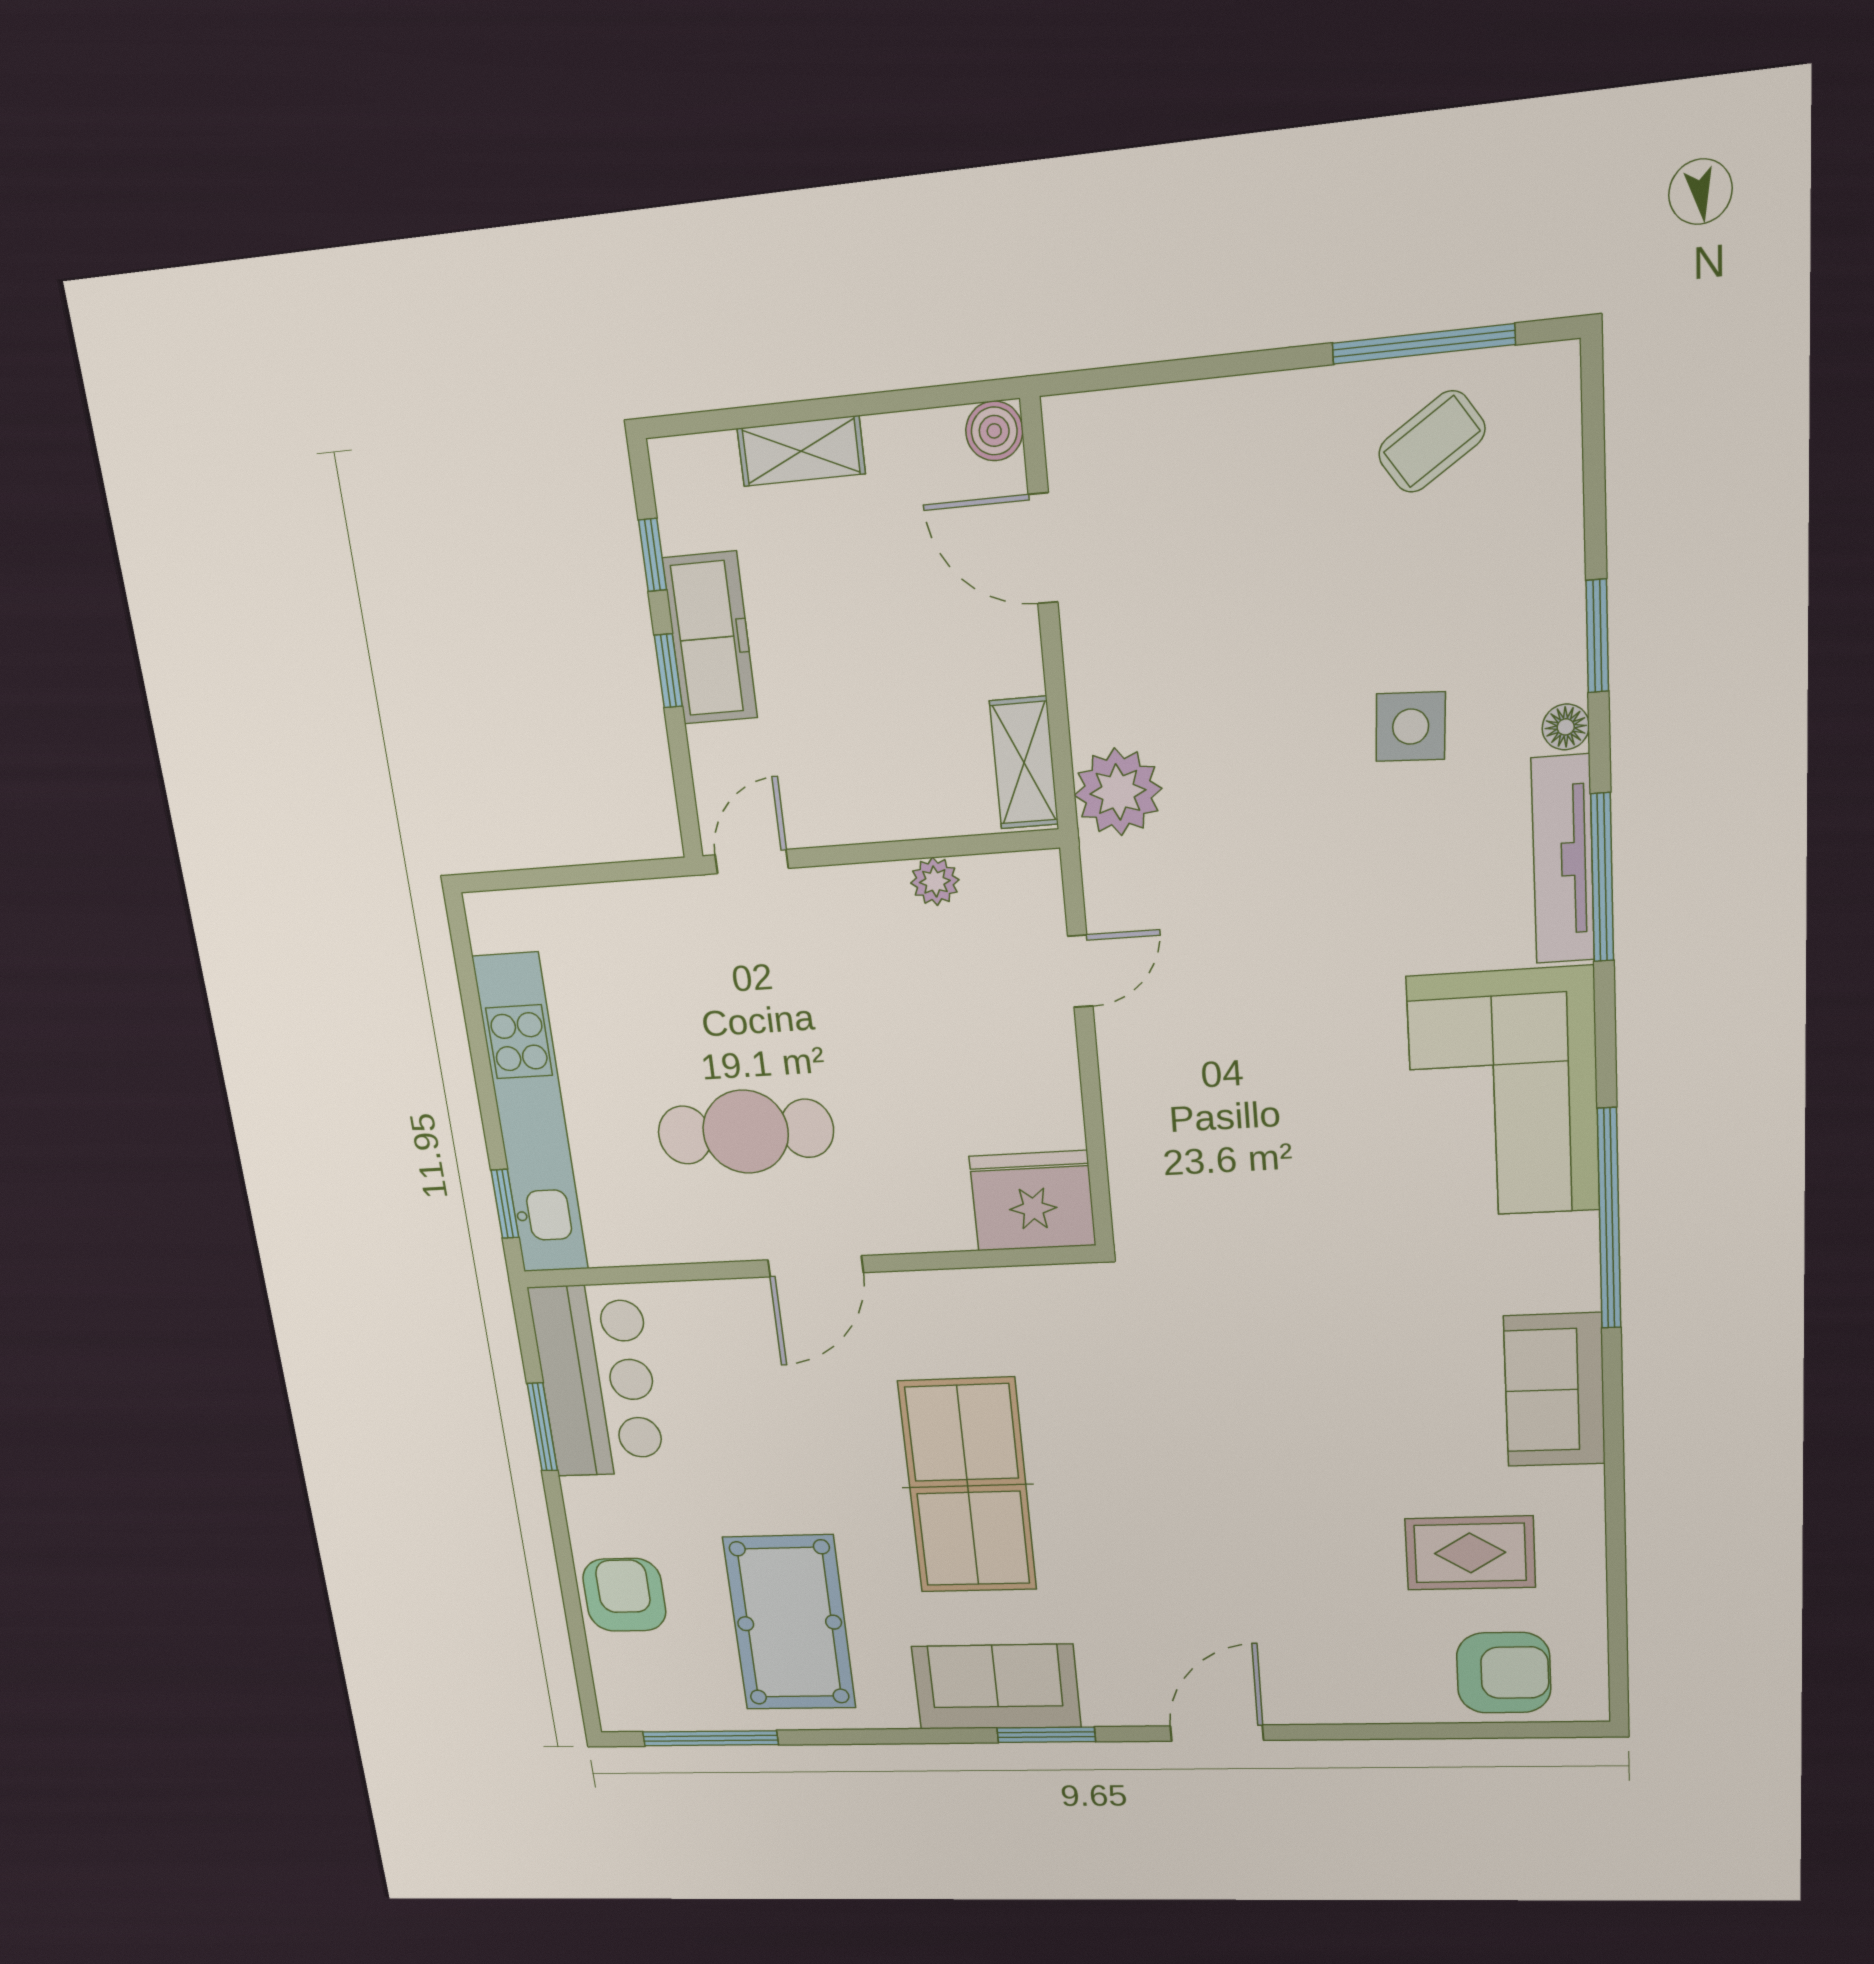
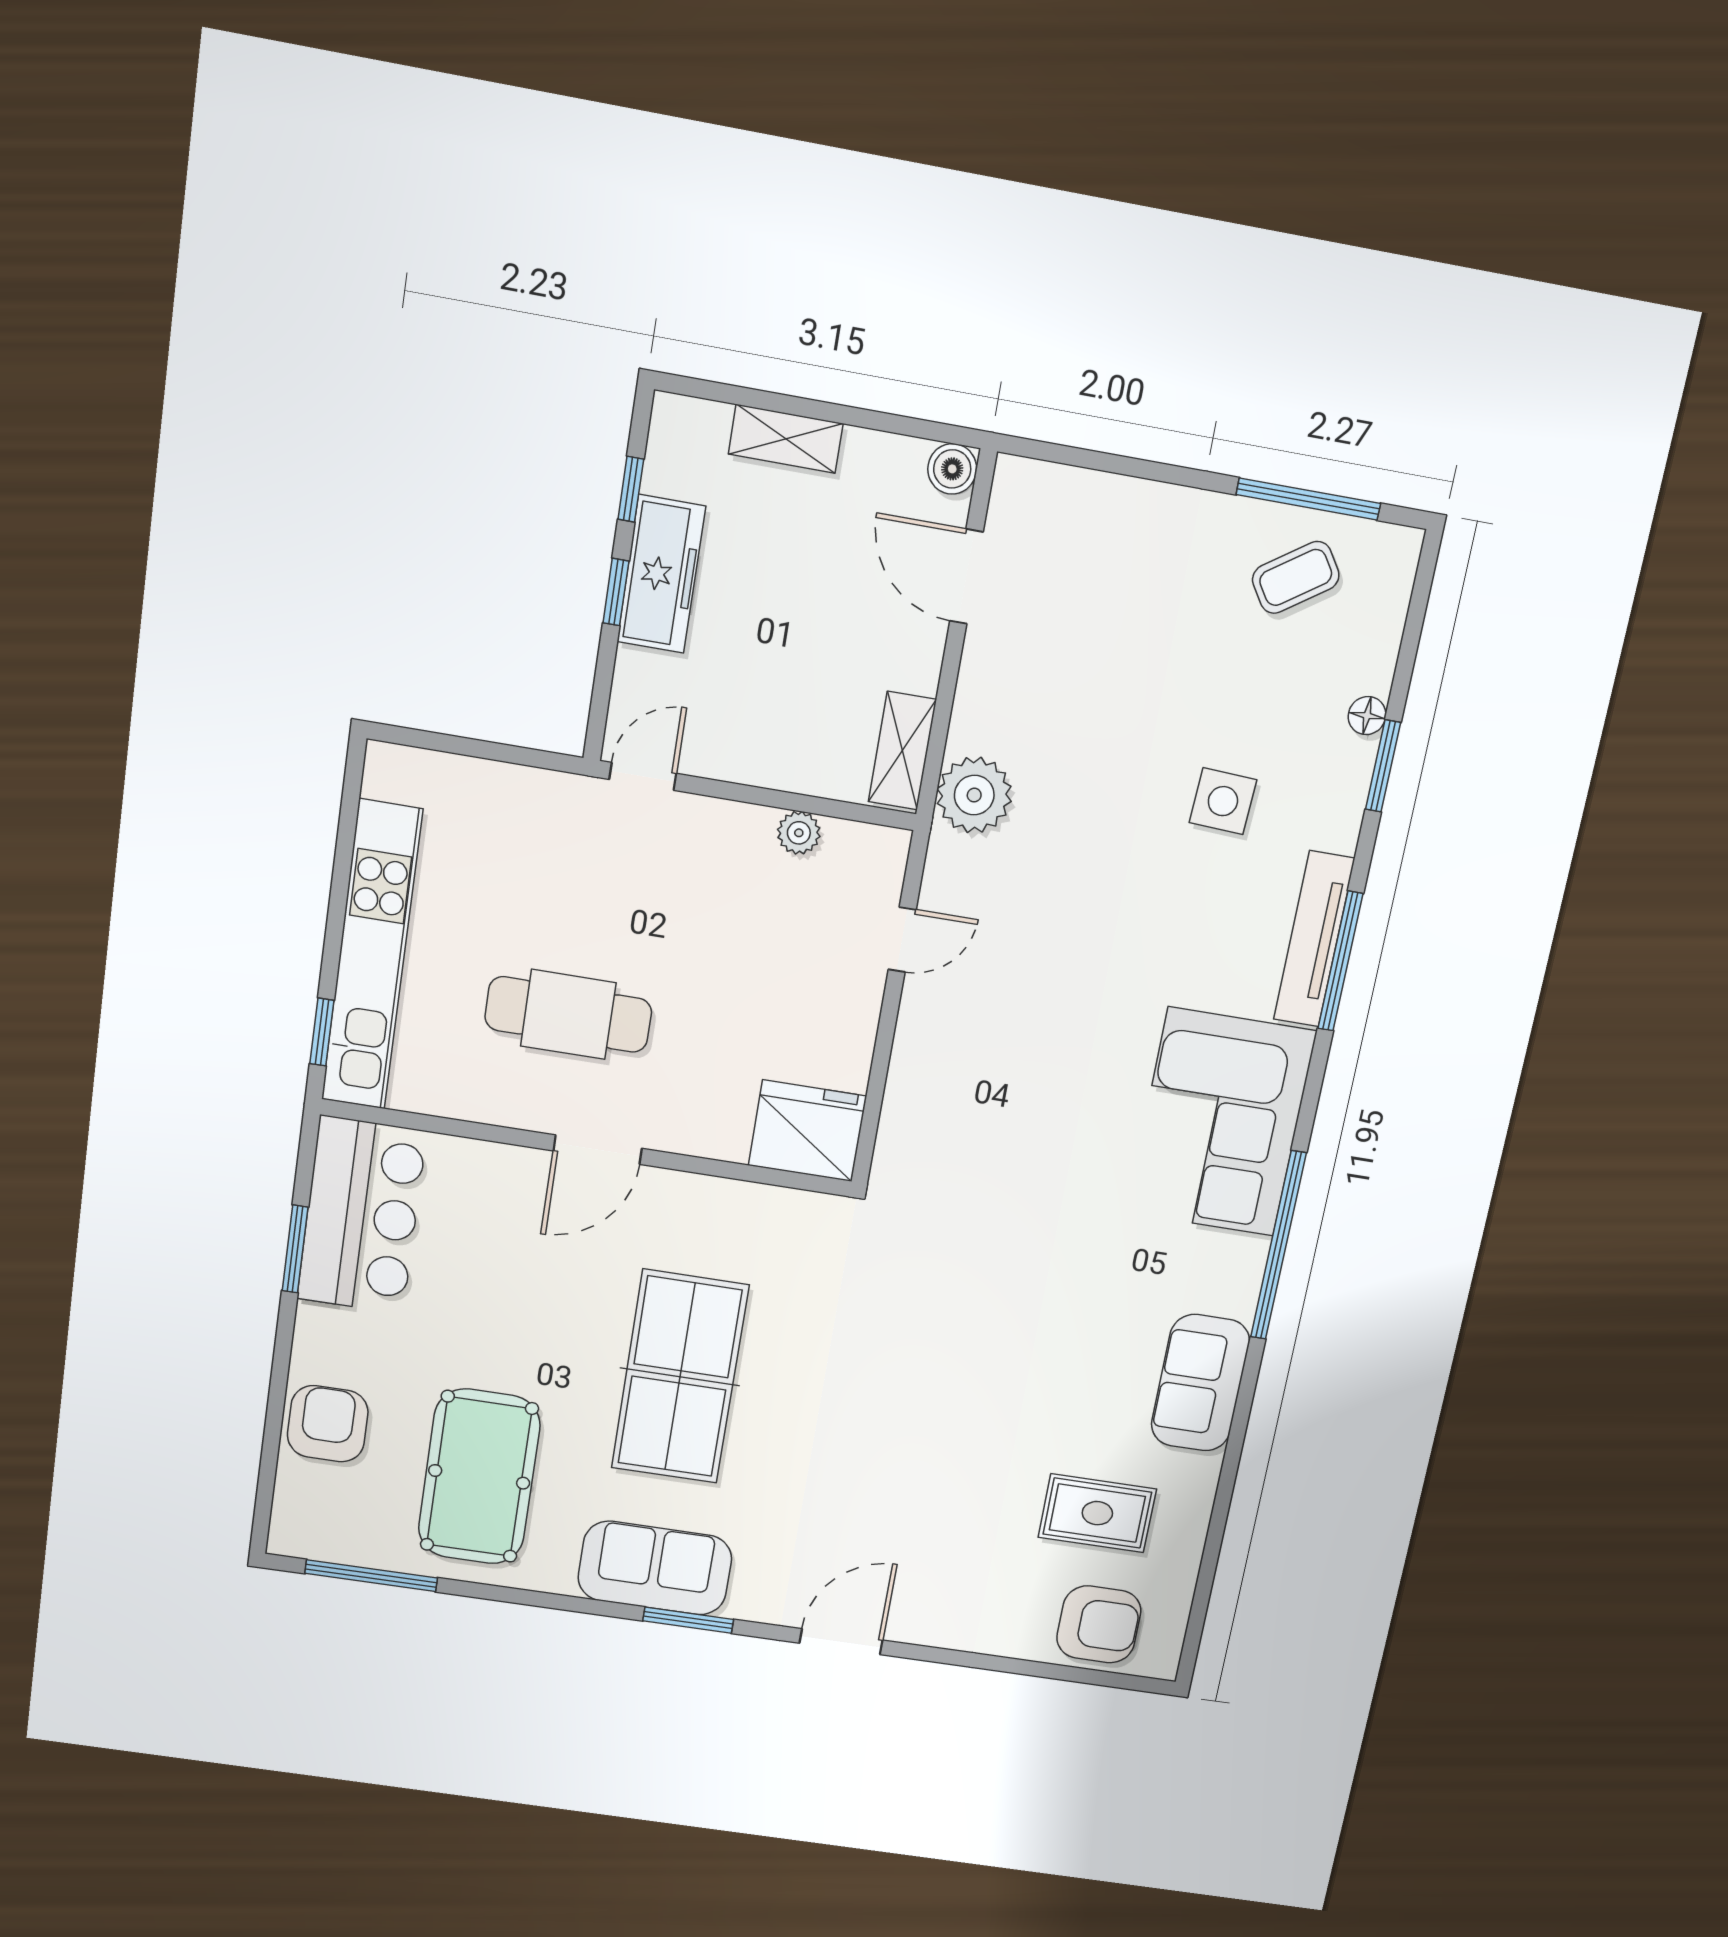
floor lamp: (1566, 727) -> (1367, 716), moved

